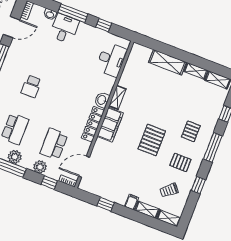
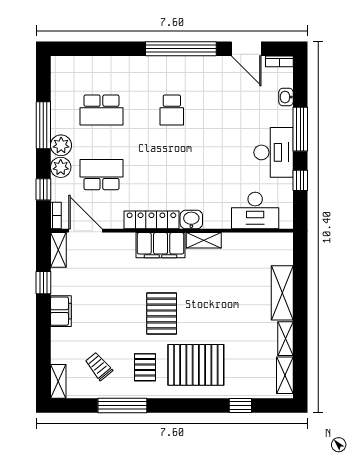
desk: (64, 29) -> (274, 152), moved, width x1.37
school desk: (31, 86) -> (172, 110), turned -90
pallet: (191, 131) -> (196, 365), width x2.05, depth x2.00
pallet: (152, 140) -> (162, 313), turned 90
window: (213, 147) -> (185, 406), removed
plant: (15, 157) -> (61, 145), moved
window: (198, 185) -> (122, 406), width x2.17
filing cabinet: (132, 202) -> (61, 311), width x2.00
shelving: (147, 210) -> (58, 250), moved

